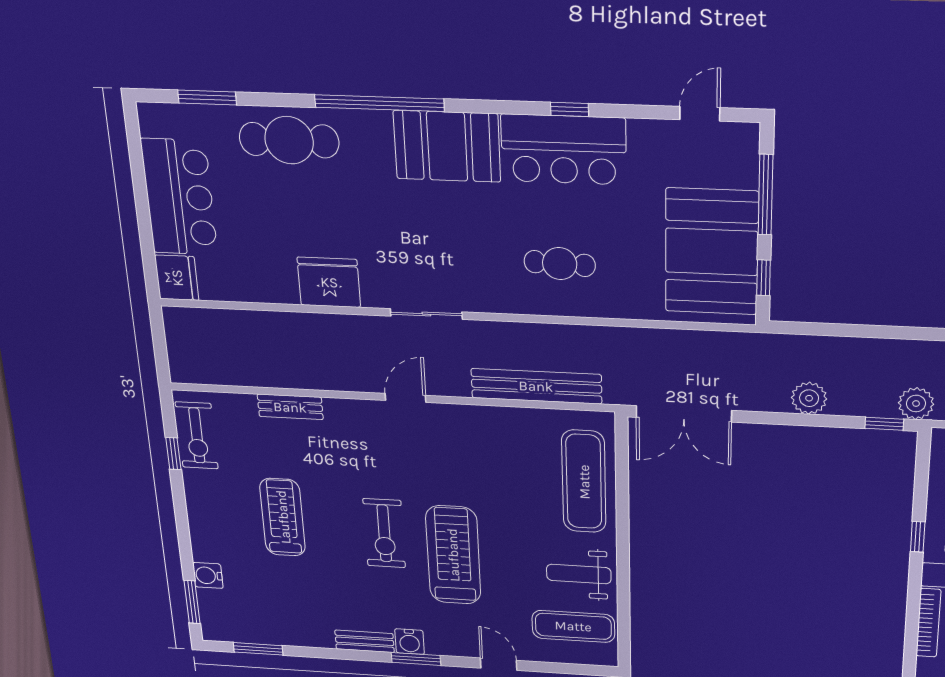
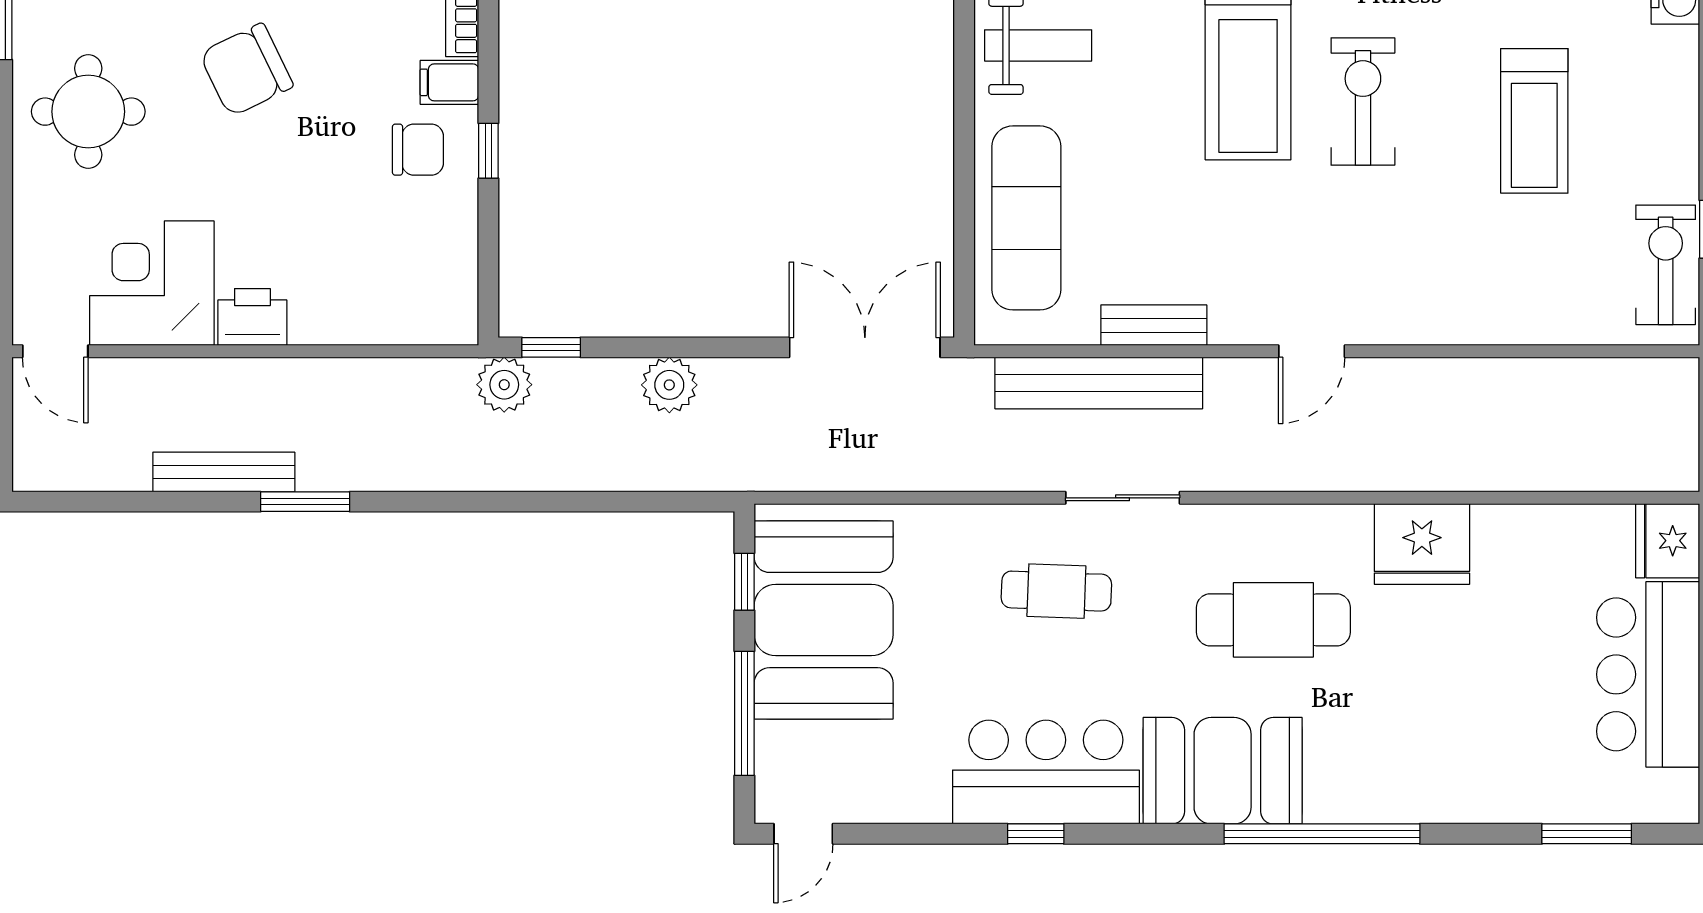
door: (700, 114) -> (803, 834), moved
cafe table: (289, 140) -> (1273, 620), moved
sliding door: (426, 314) -> (1123, 498), moved
bench: (290, 407) -> (1154, 325), moved

